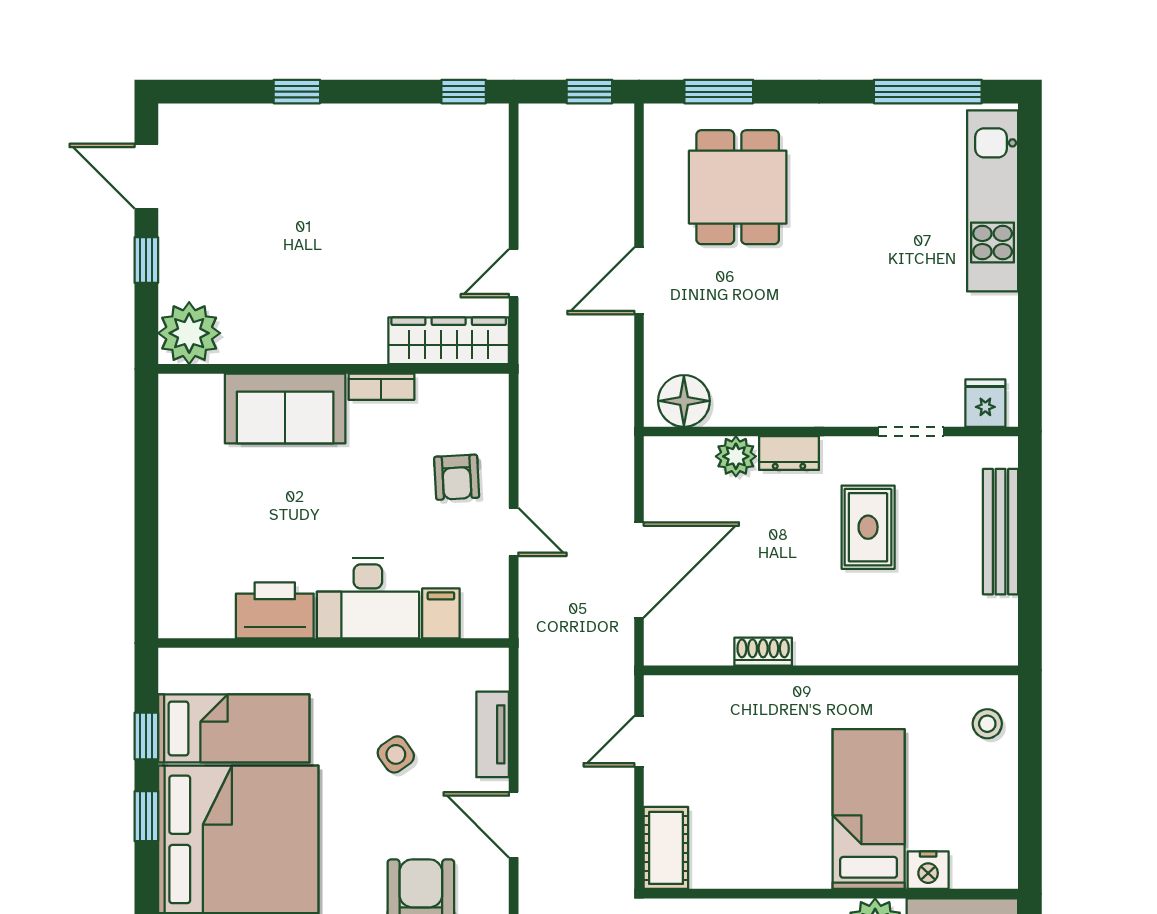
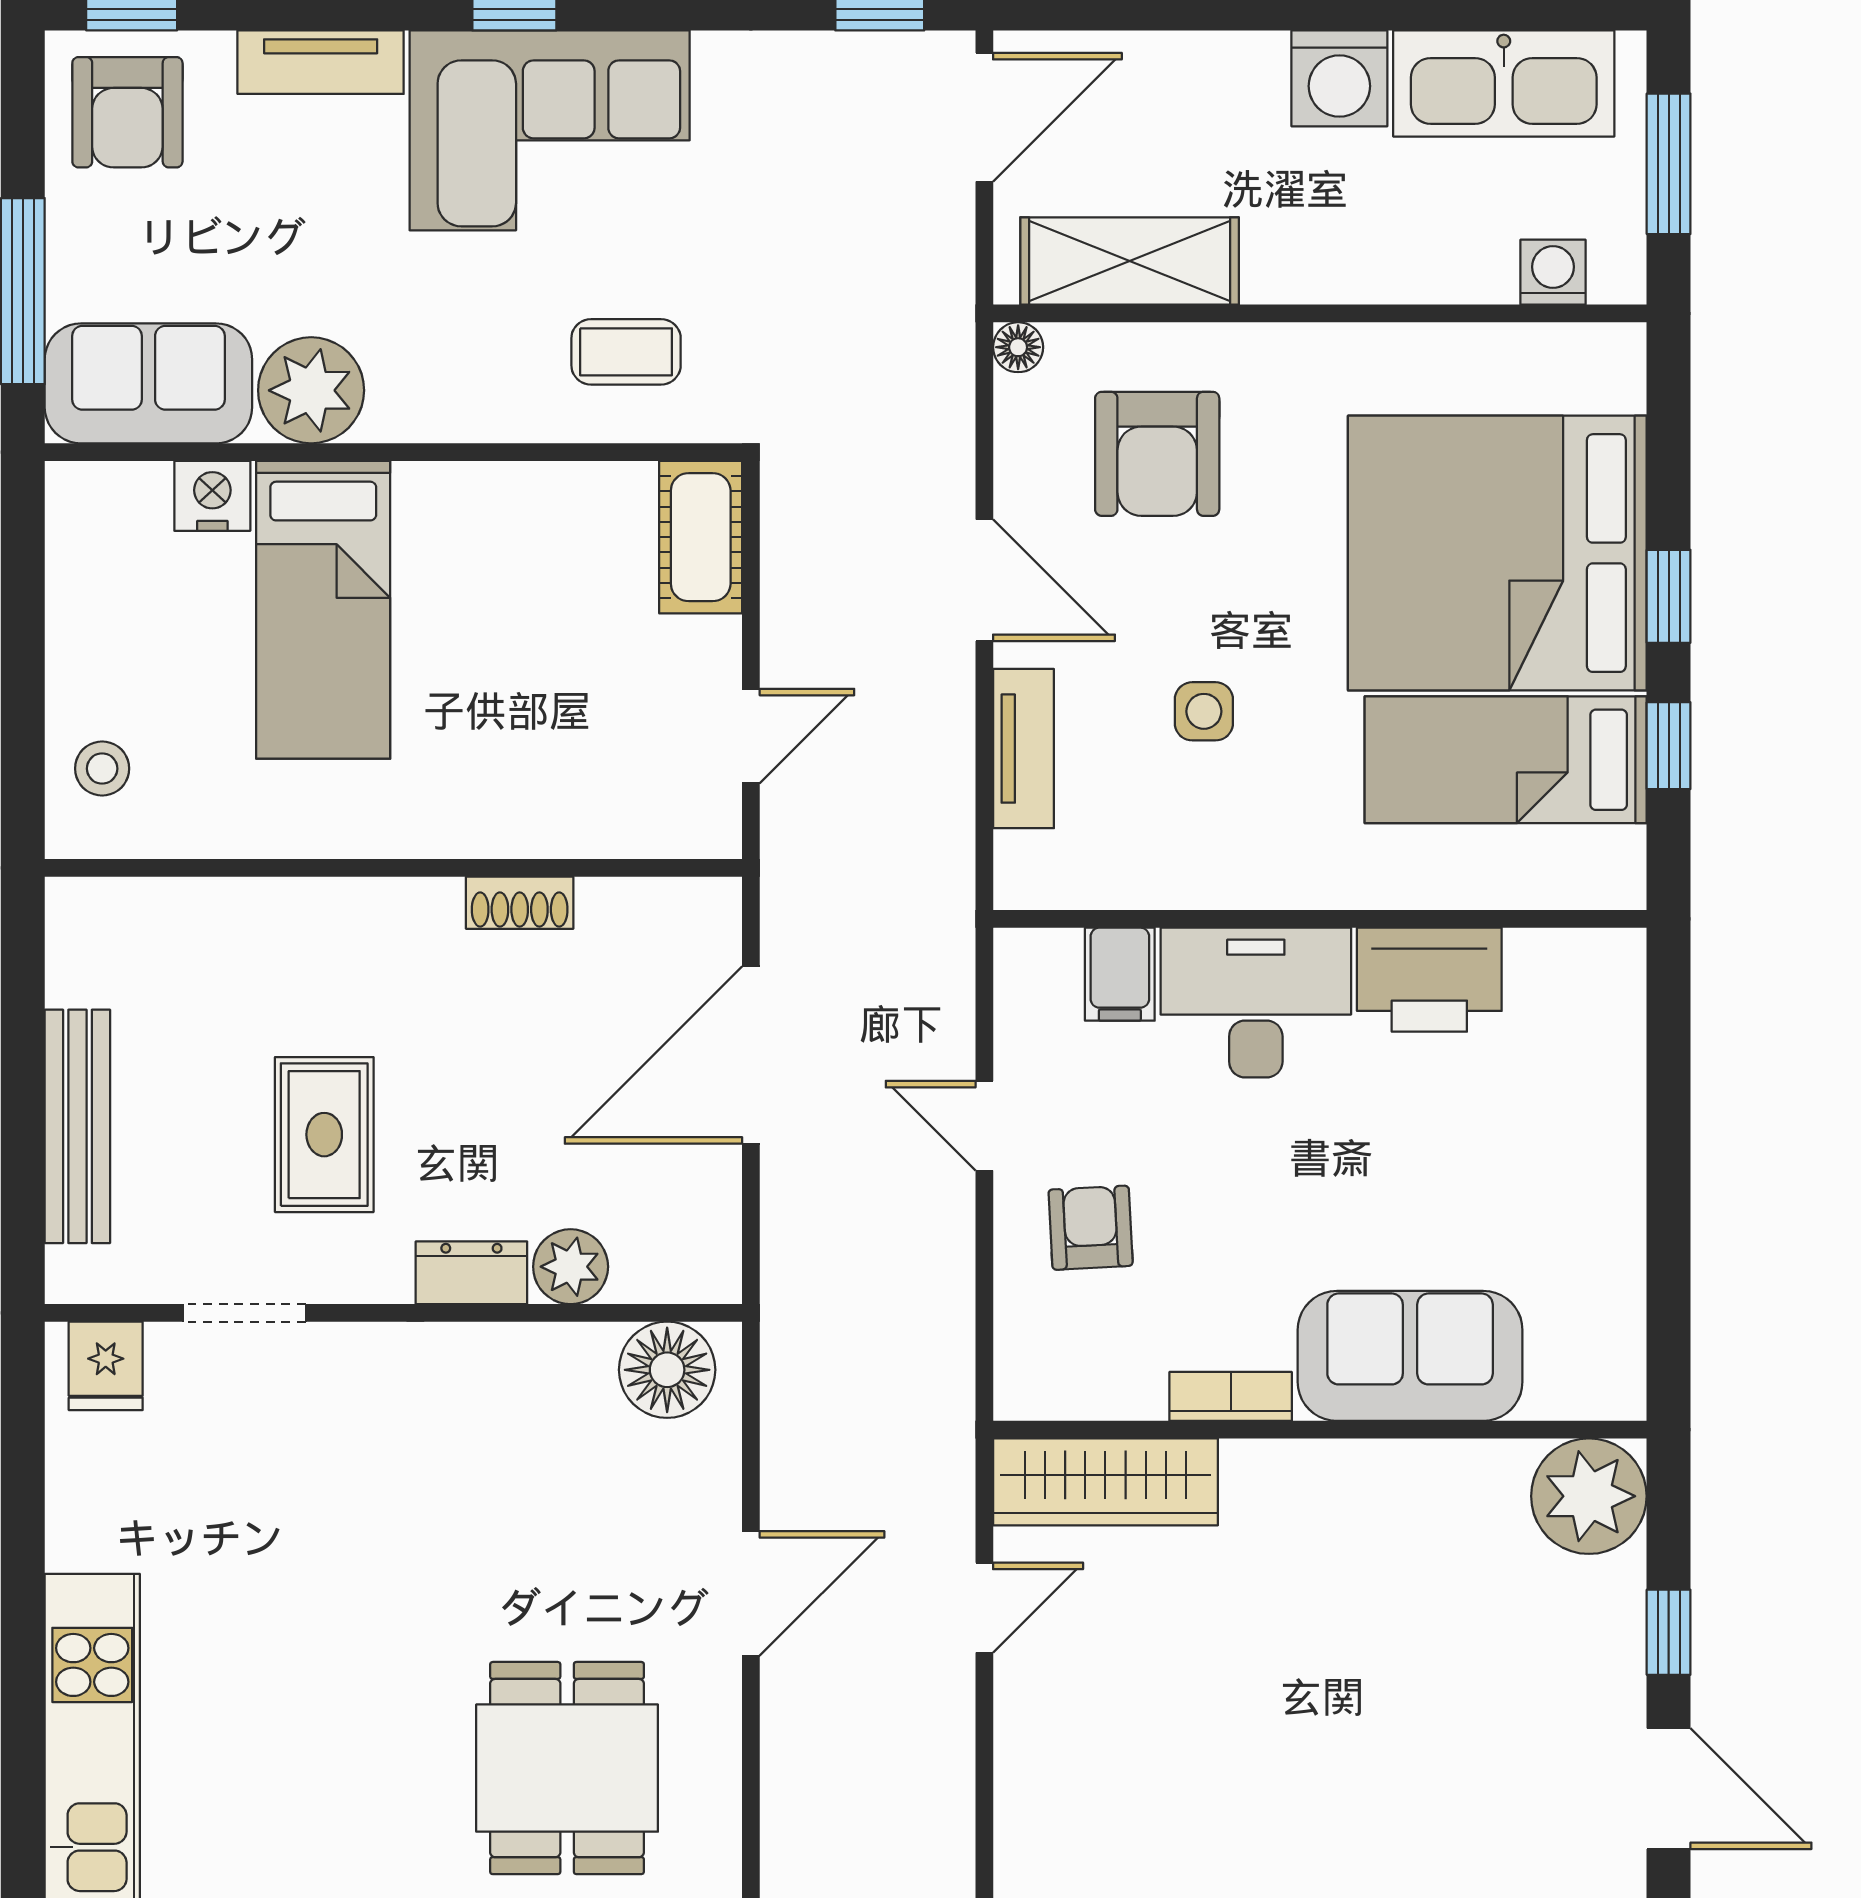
side table: (396, 754) -> (1204, 711), turned 35

